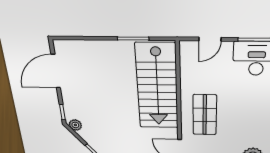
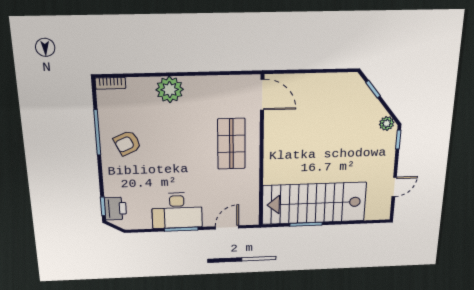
door: (56, 71) -> (394, 187), width x0.53
stairs: (157, 87) -> (314, 203), moved, turned -90

